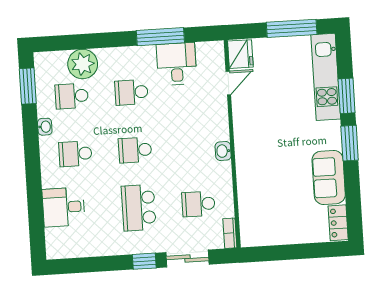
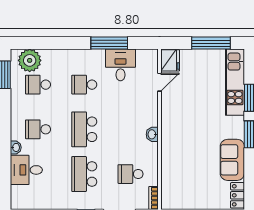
plant: (83, 64) -> (30, 60), moved
washbasin: (45, 127) -> (16, 147), moved
school desk: (135, 150) -> (84, 129), width x1.85

